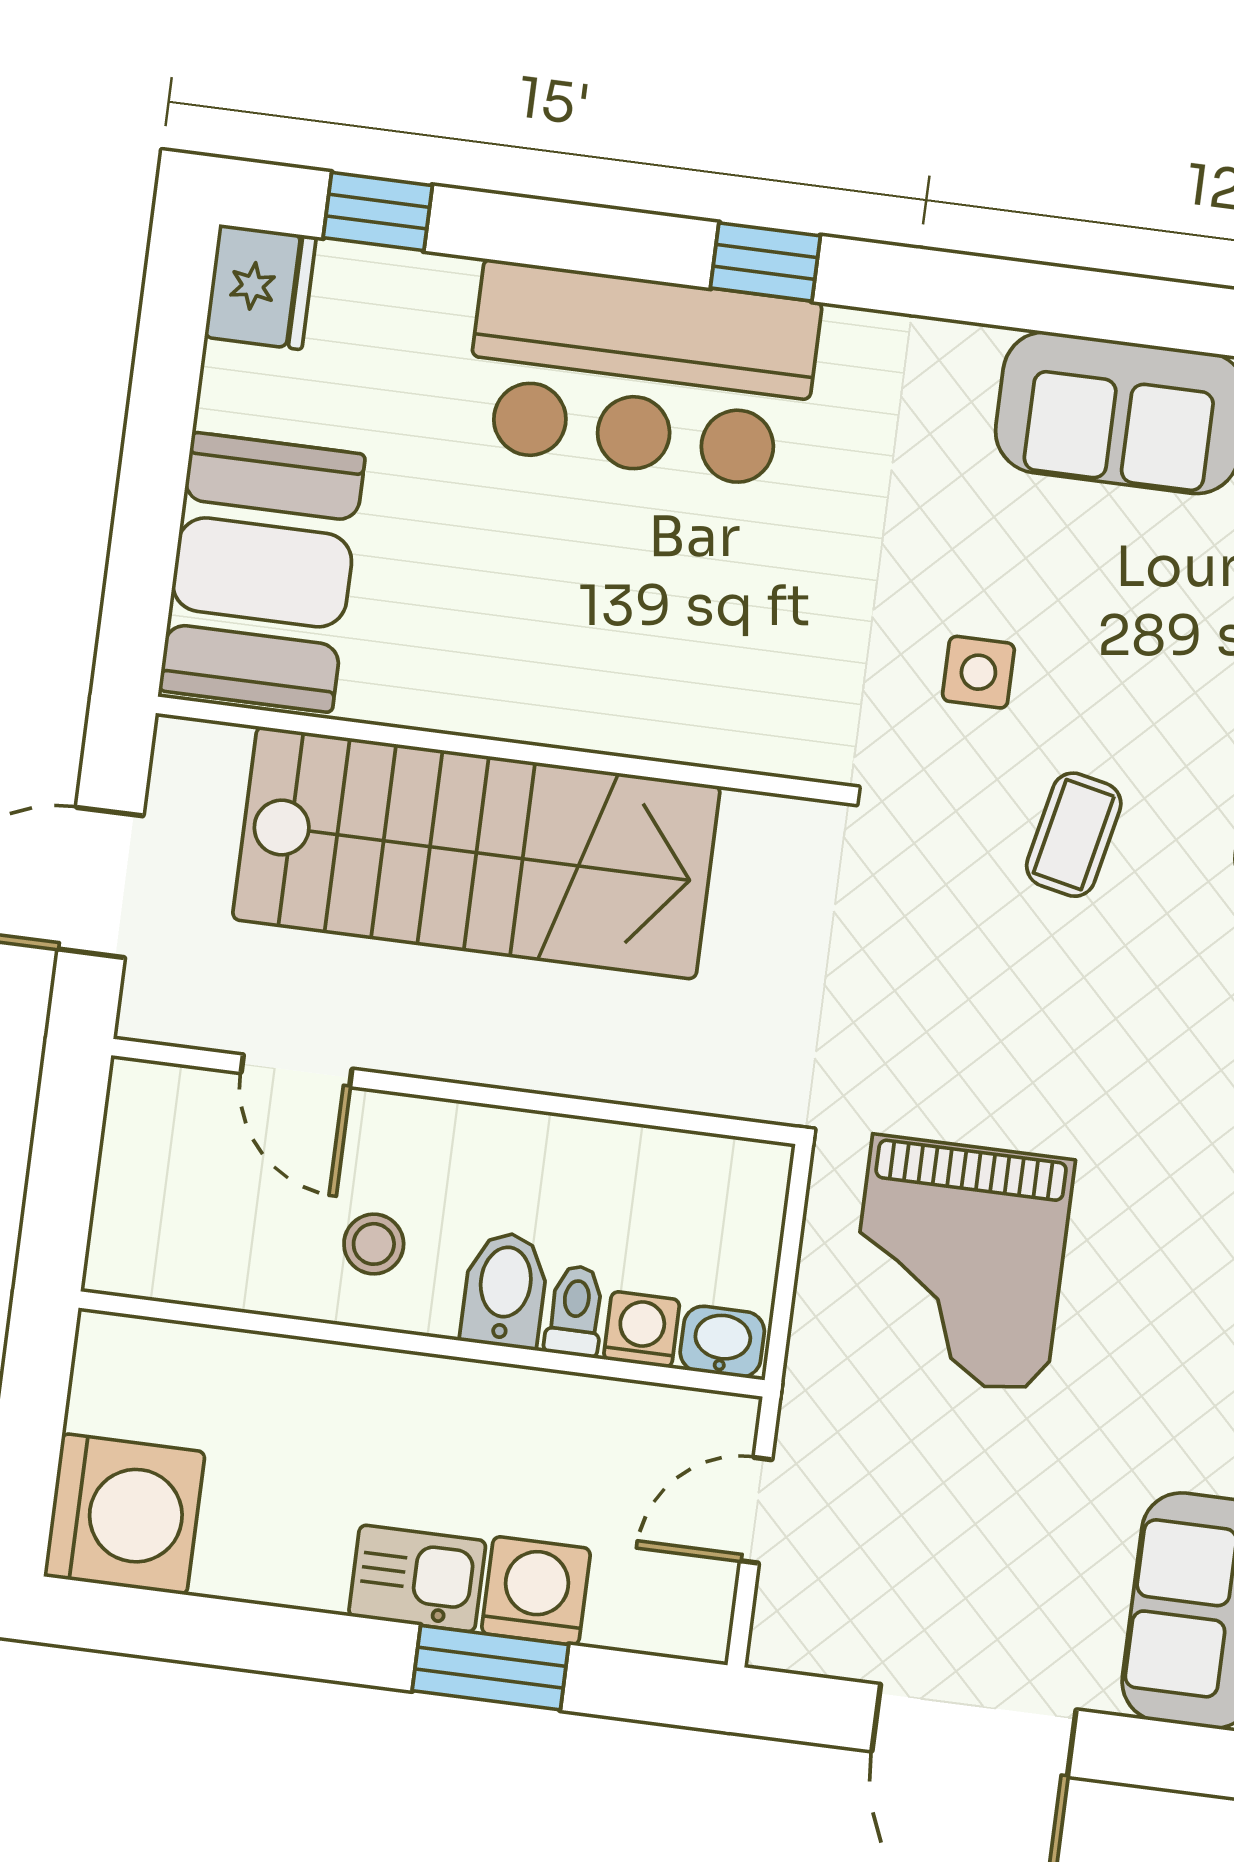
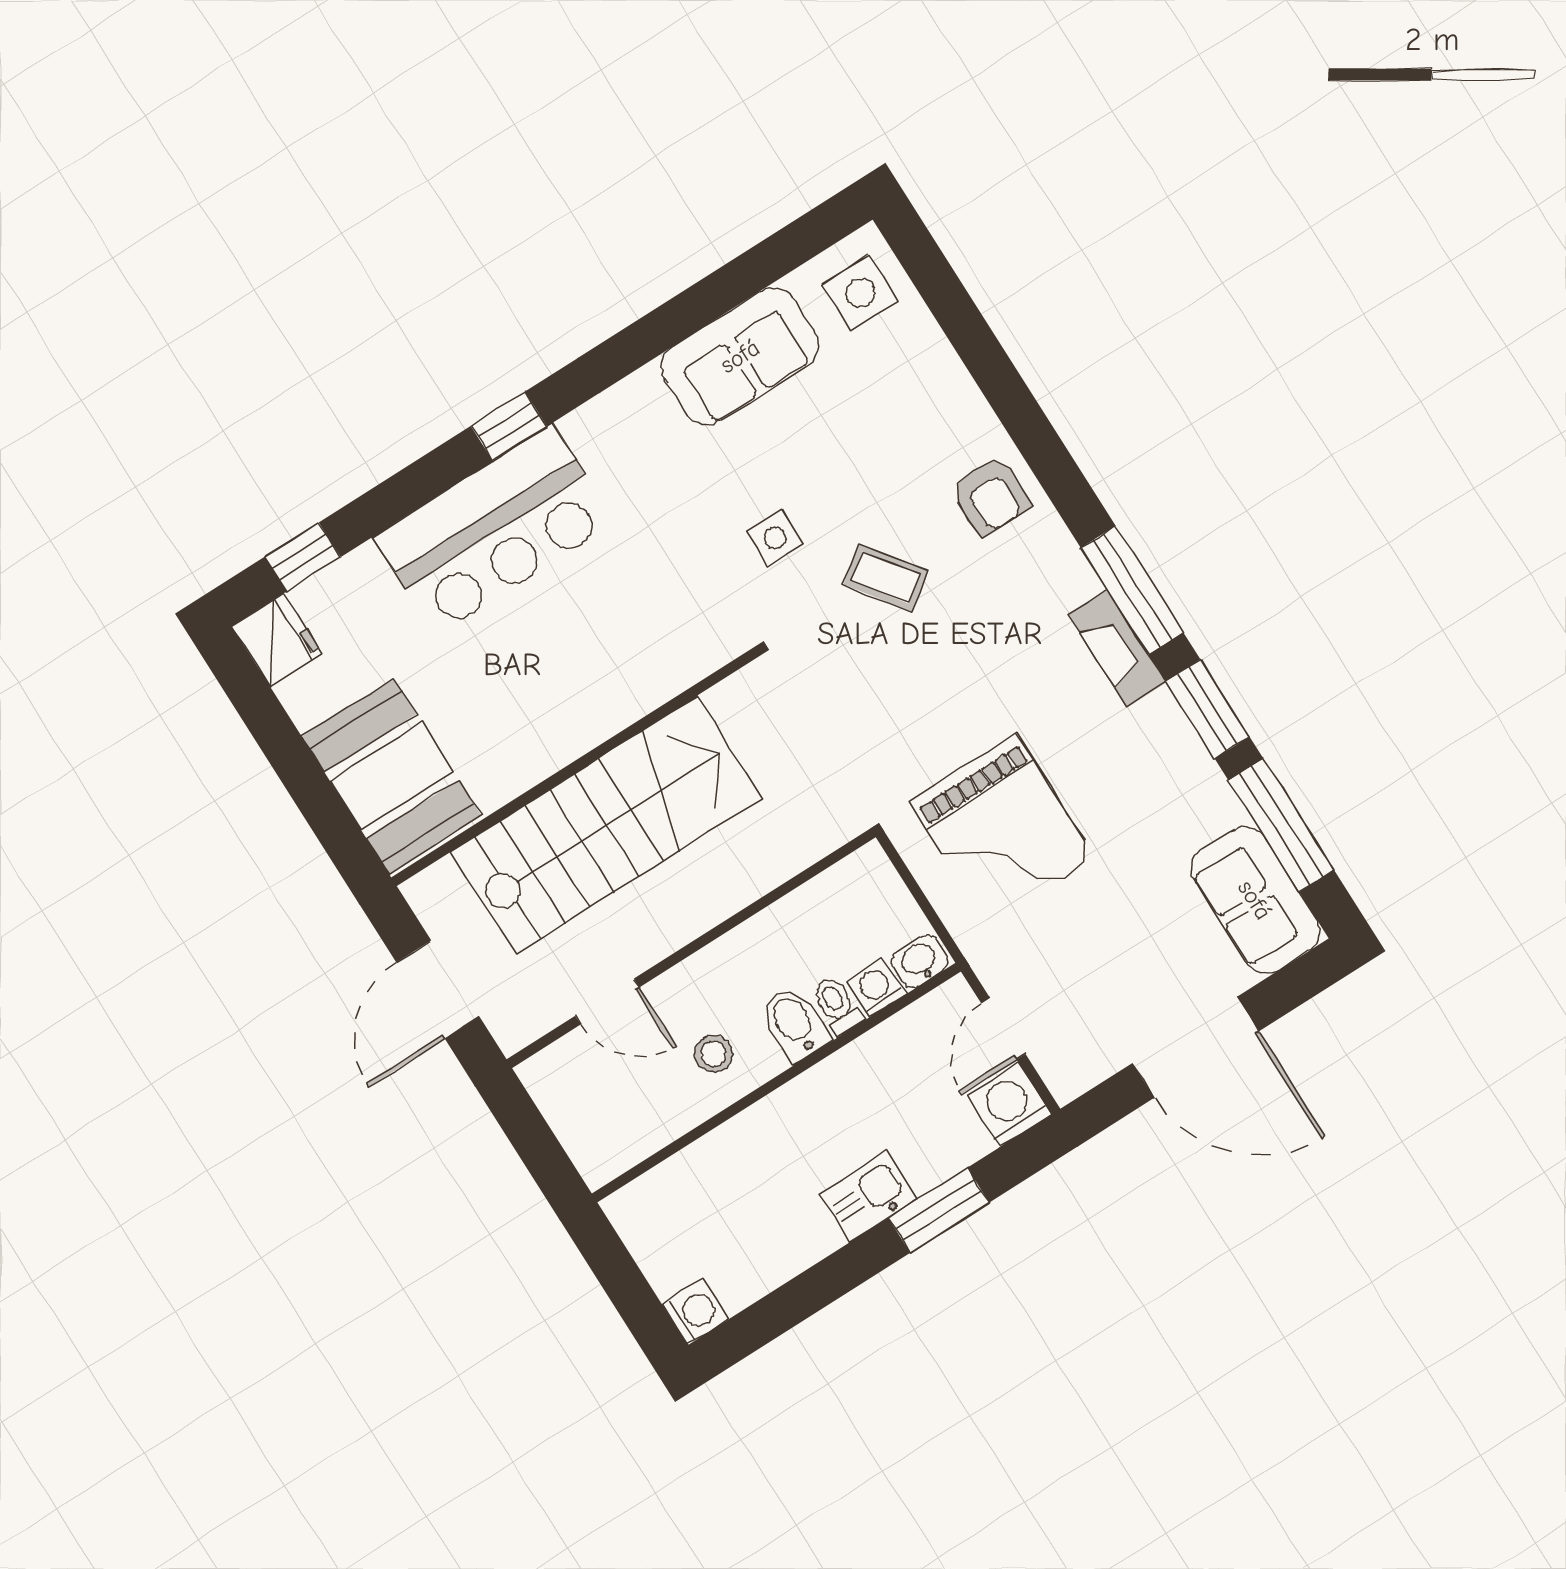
coffee table: (1074, 835) -> (886, 578), turned -48
washing machine: (124, 1514) -> (695, 1312), width x0.53, depth x0.53
washing machine: (536, 1591) -> (1009, 1105), moved

